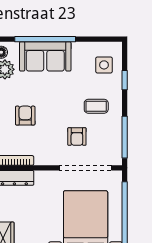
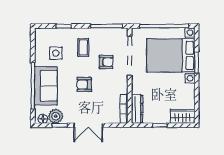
side table: (104, 65) -> (56, 53), moved
armchair: (25, 116) -> (84, 84), moved

